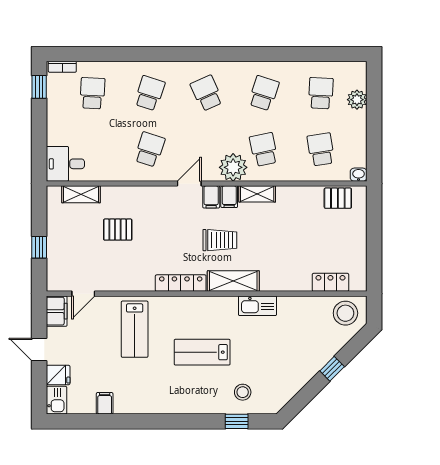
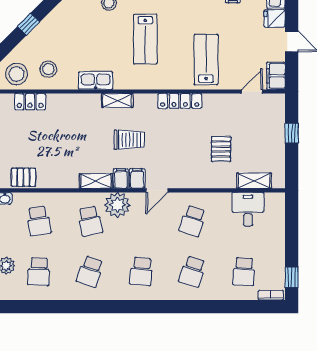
school desk: (207, 93) -> (141, 272), turned 30
desk: (65, 164) -> (248, 209), moved, turned -90
pallet: (118, 230) -> (221, 149), turned 90
trolley: (220, 240) -> (129, 140), turned 180
shelving: (233, 281) -> (117, 100), width x0.67, depth x0.75
locker: (181, 283) -> (180, 101), moved
stool: (310, 319) -> (48, 69), added
lab bench: (202, 352) -> (145, 39), turned 90

